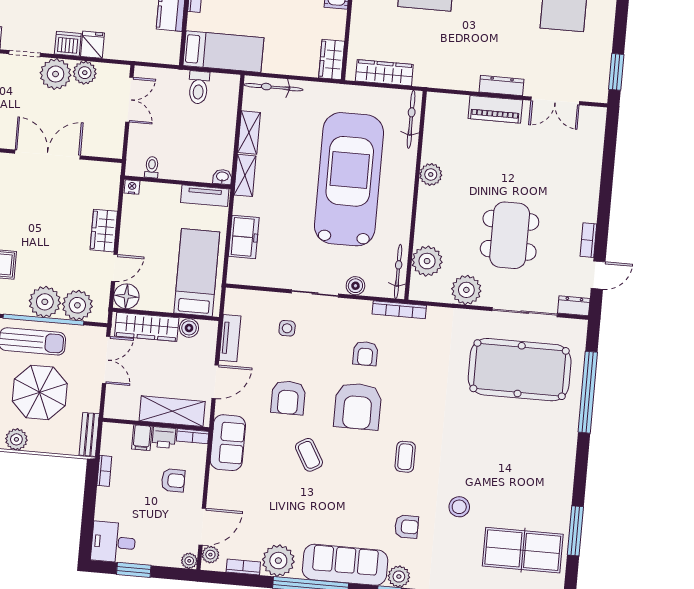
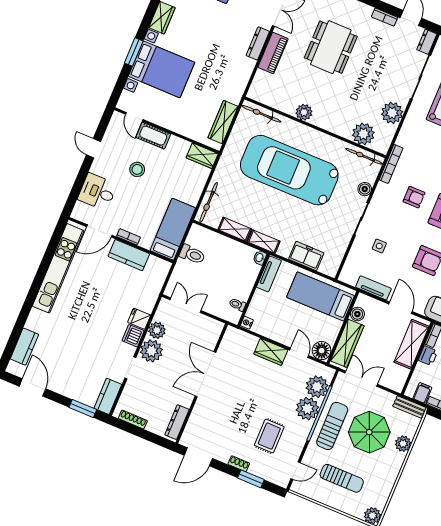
dining table: (510, 235) -> (331, 47), moved, turned 90
filing cabinet: (142, 438) -> (422, 393), moved, turned -90
plant: (16, 439) -> (403, 444), moved

